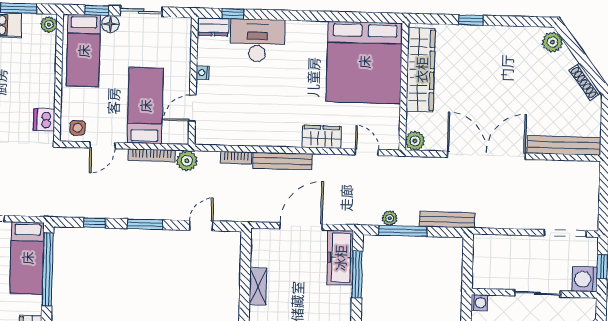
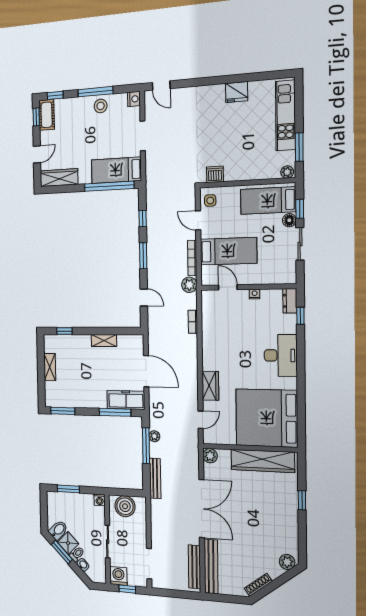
desk: (257, 40) -> (281, 355), moved
bench: (283, 161) -> (194, 567), moved
boiler: (487, 265) -> (125, 506), added

